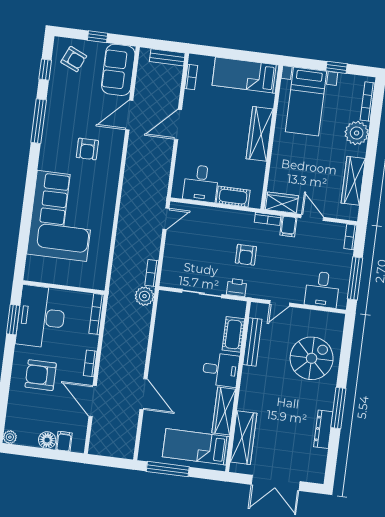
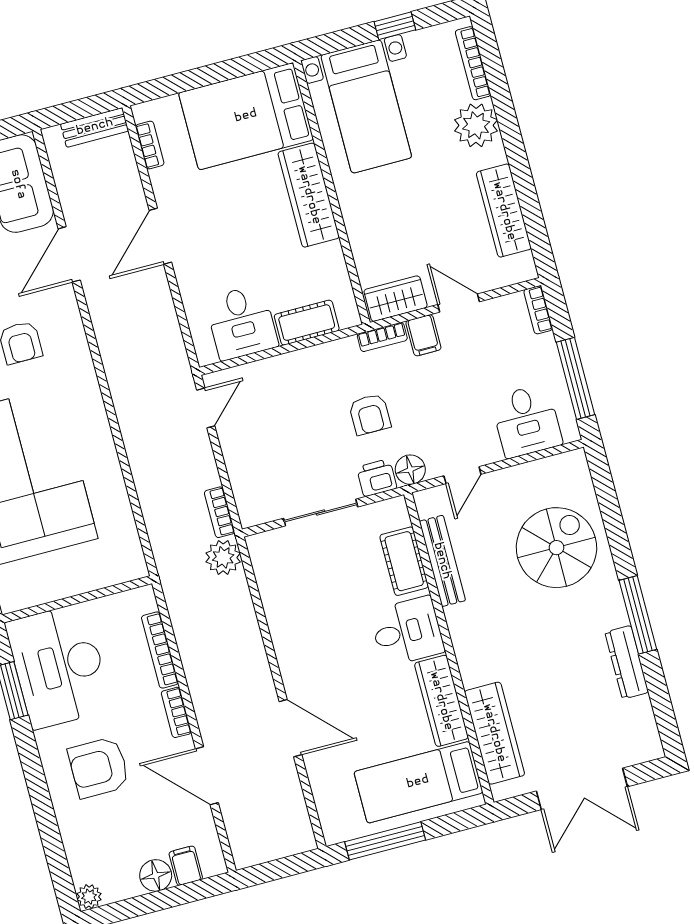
bed: (245, 75) -> (246, 116), width x1.50
floor lamp: (255, 290) -> (410, 470), added
bookcase: (96, 314) -> (160, 650), moved

